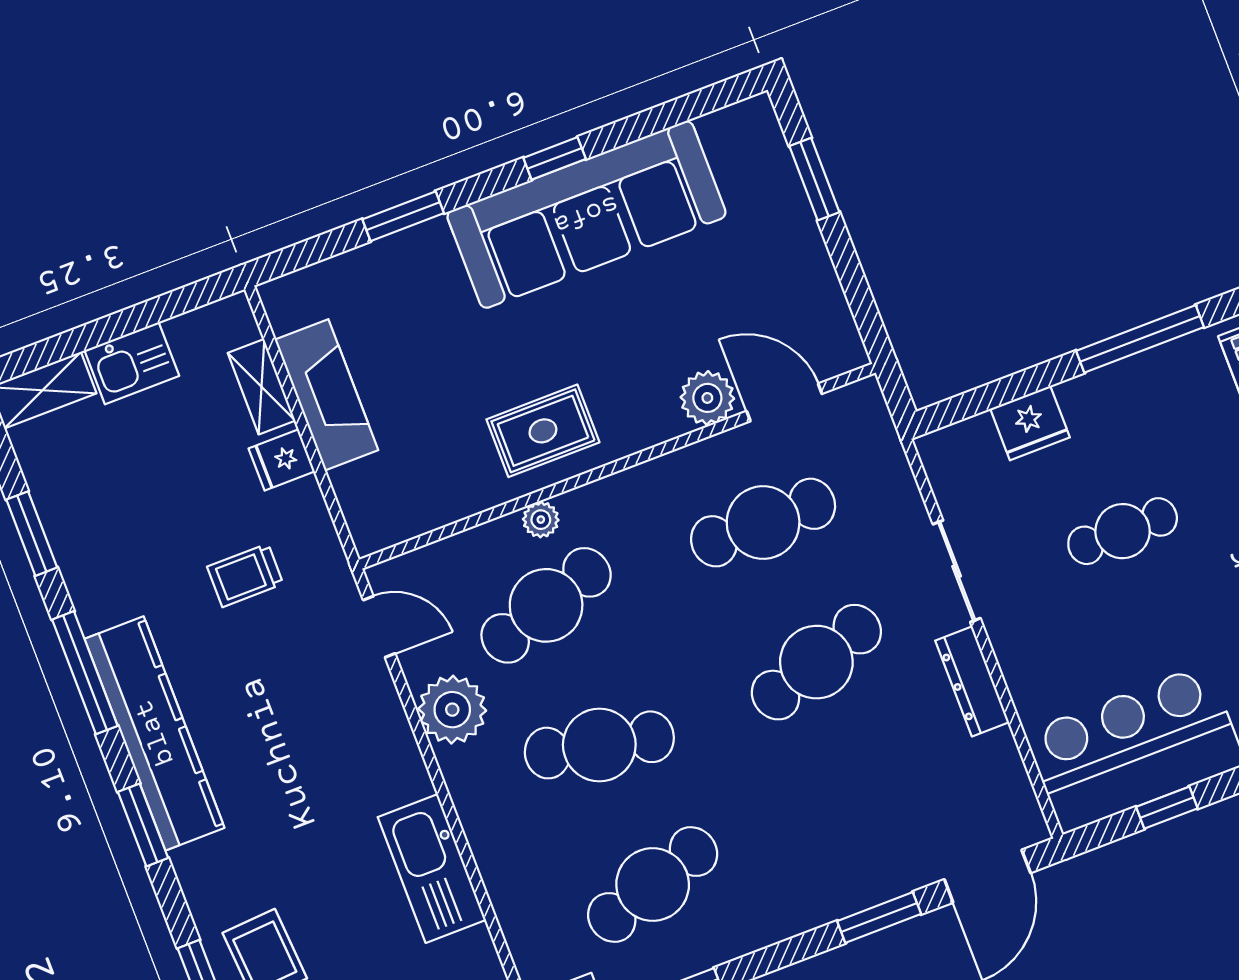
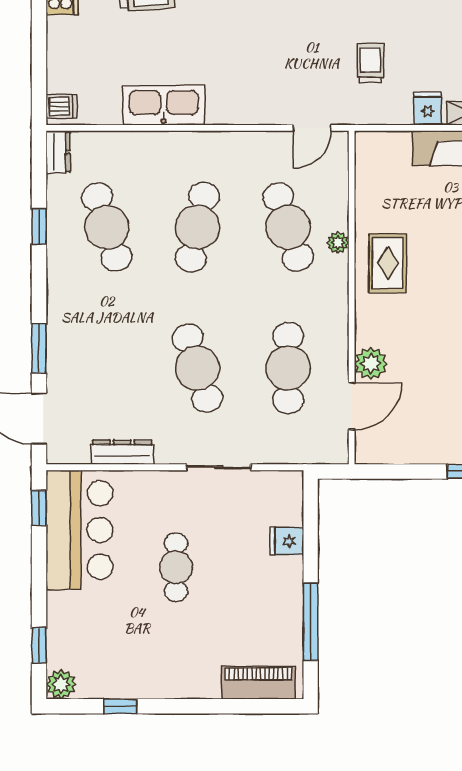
fridge: (1030, 423) -> (287, 541), width x0.72
cafe table: (1123, 531) -> (176, 567), moved
dresser: (972, 681) -> (122, 452), moved
plant: (452, 710) -> (249, 151), removed
window: (1167, 808) -> (39, 508), moved

